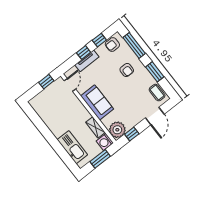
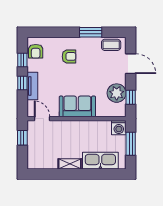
window: (134, 46) -> (52, 32), removed
shelving: (95, 127) -> (70, 164), moved
plant: (117, 130) -> (117, 93), moved

